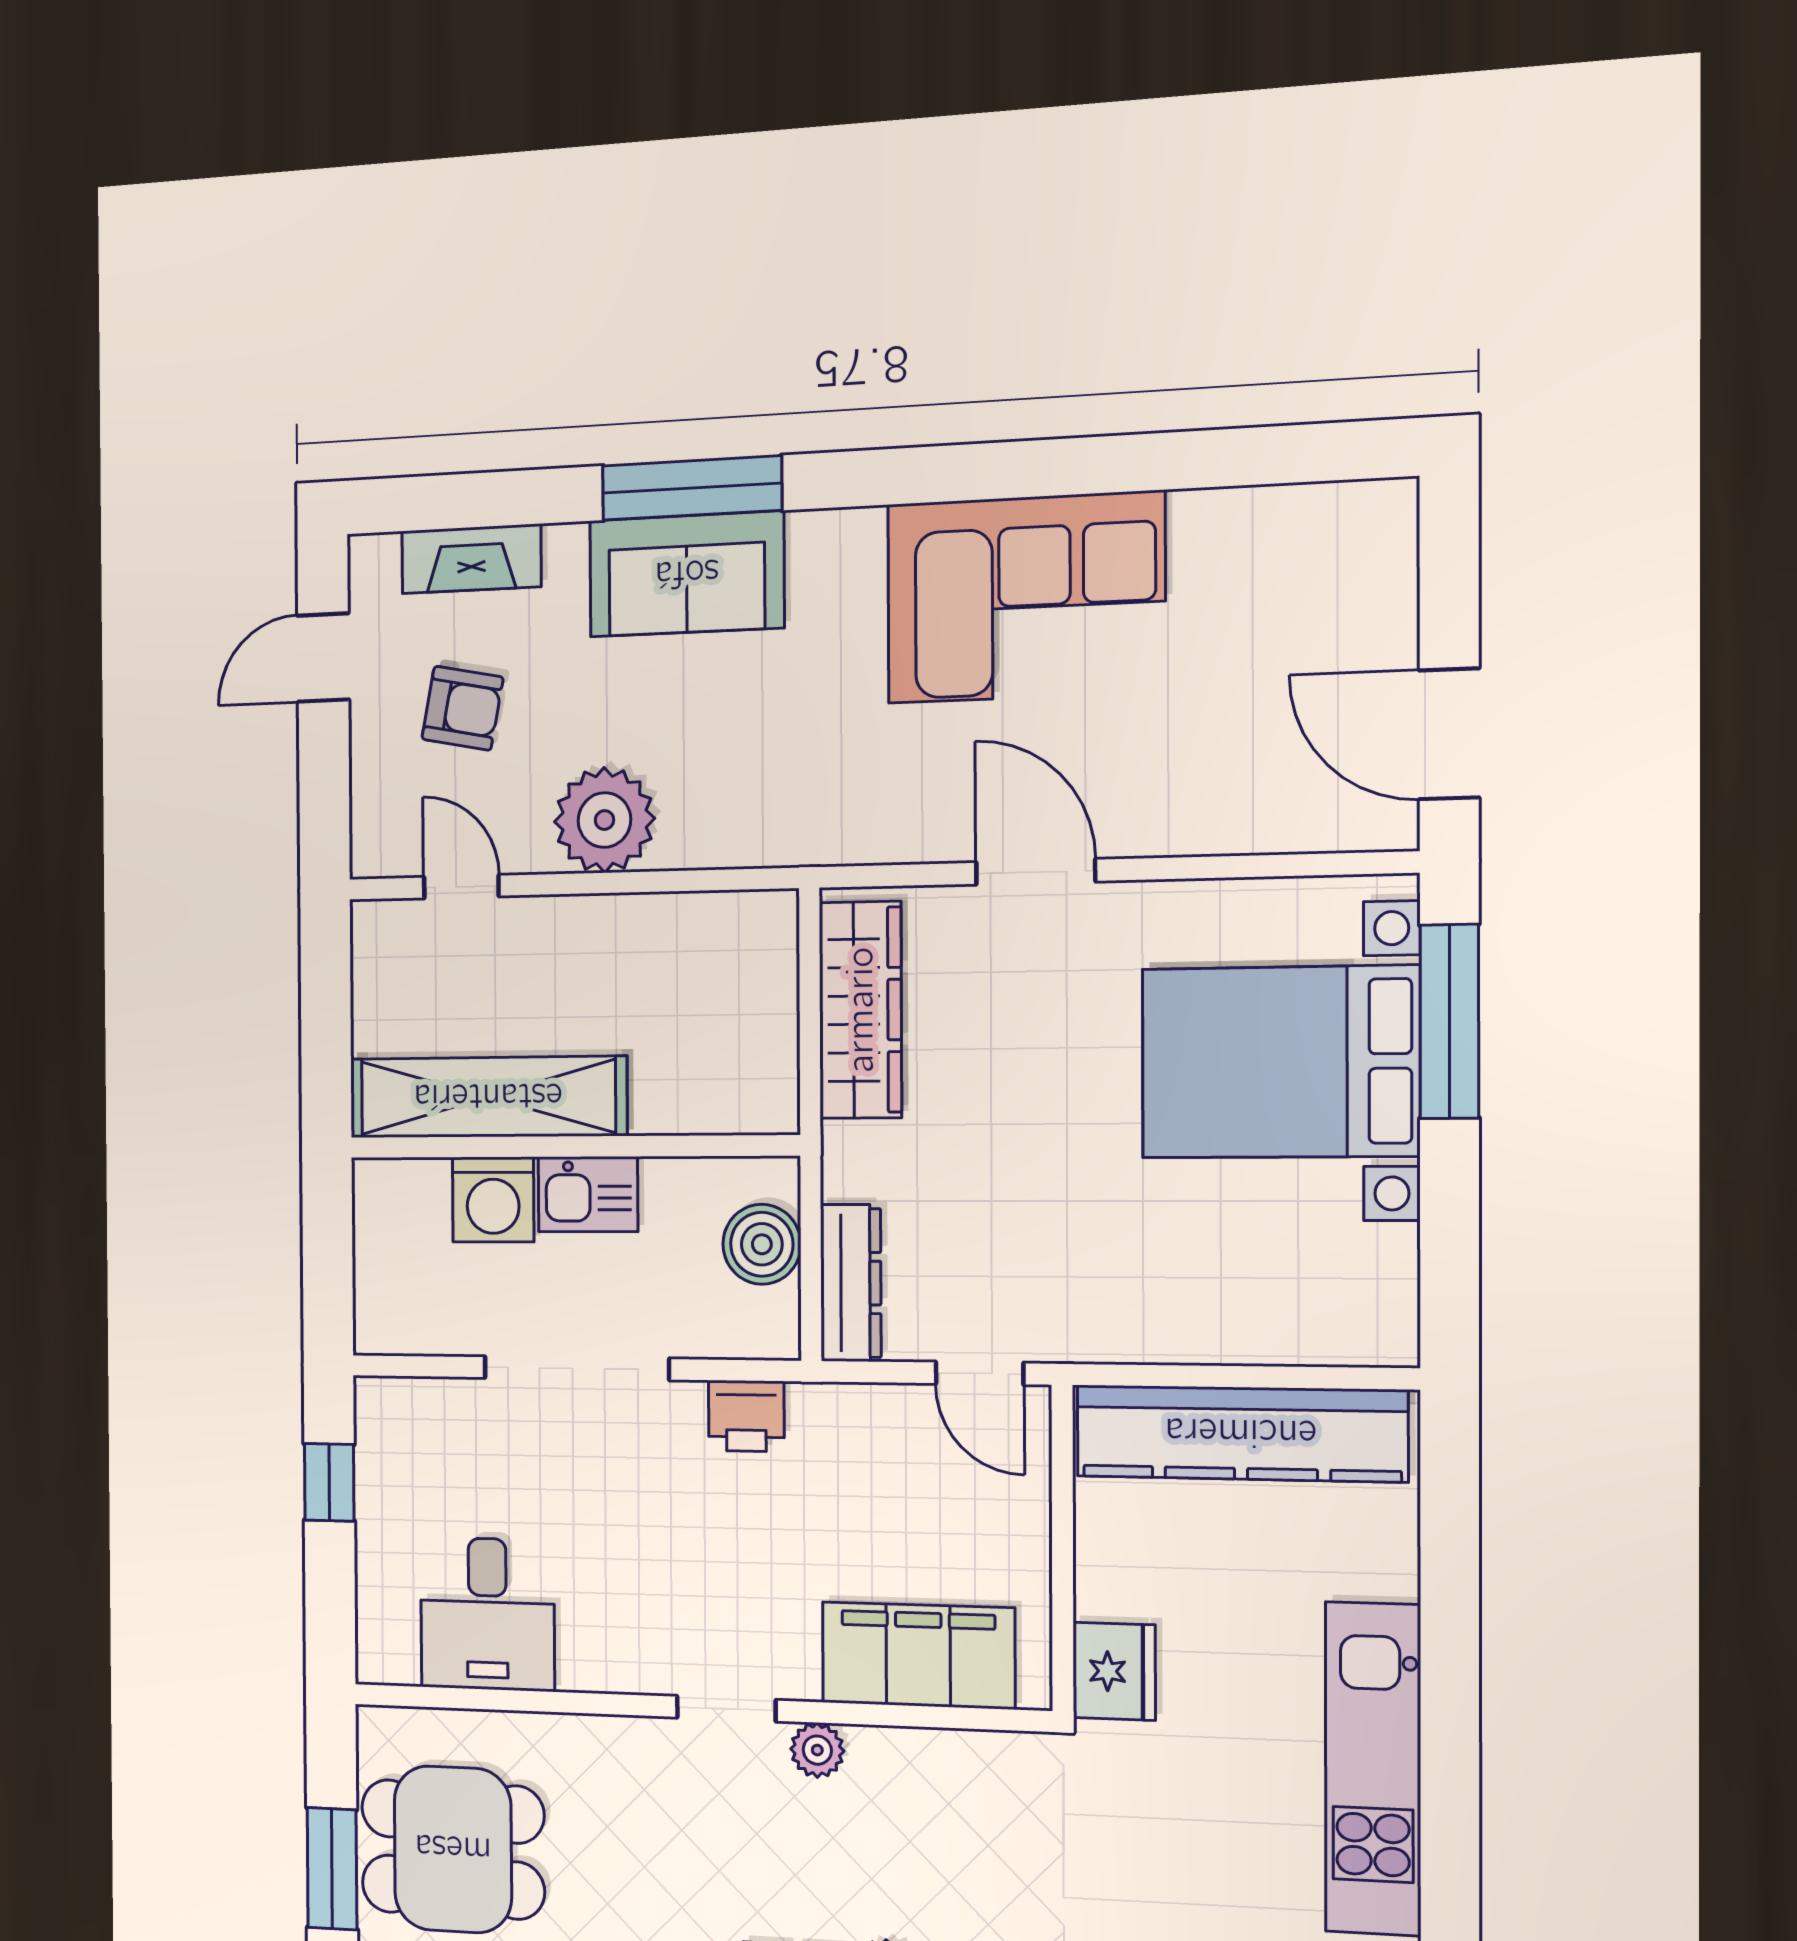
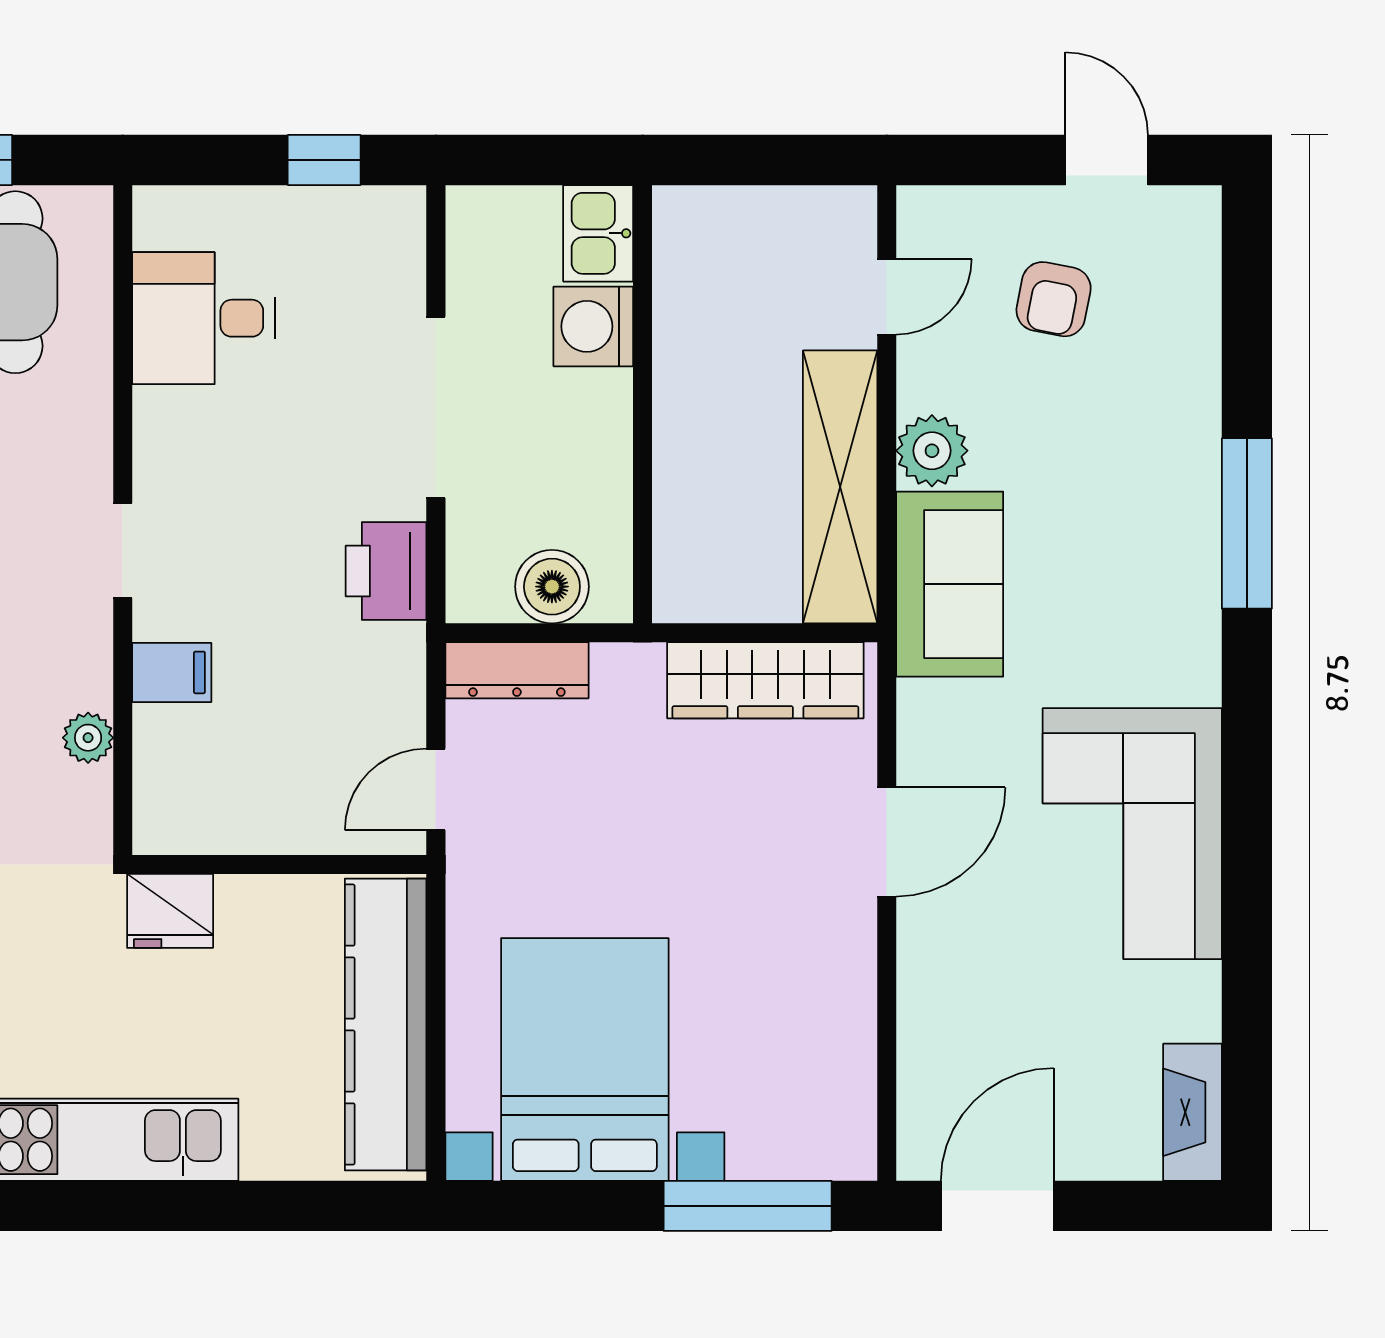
fireplace: (471, 559) -> (1193, 1112), moved
sofa: (687, 574) -> (950, 584), moved, turned 180
plant: (604, 820) -> (932, 451), width x0.73, depth x0.73
bed with nightstands: (1280, 1062) -> (585, 1059), moved
shelving: (488, 1097) -> (840, 487), moved
kitchen sink: (588, 1194) -> (598, 233), moved
printer: (746, 1416) -> (386, 571), width x1.36, depth x1.24
filing cabinet: (918, 1655) -> (172, 672), width x0.33, depth x0.86
plant: (817, 1750) -> (88, 738), moved

